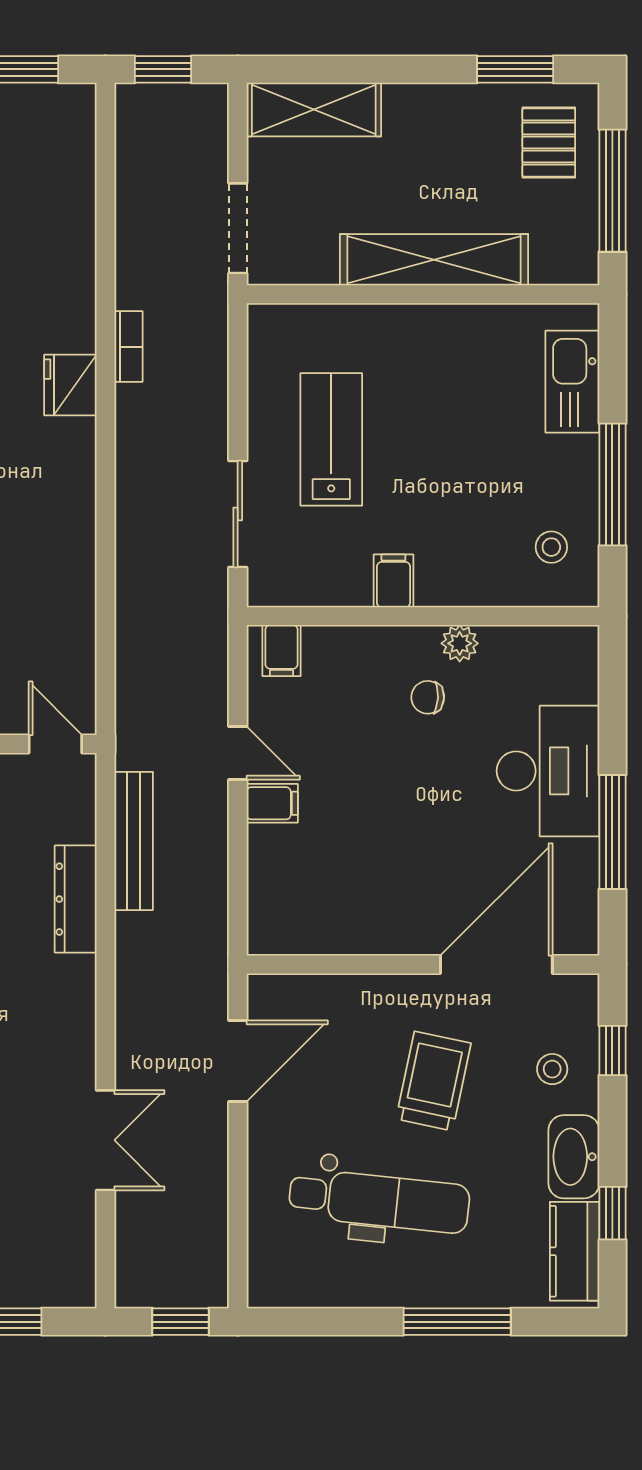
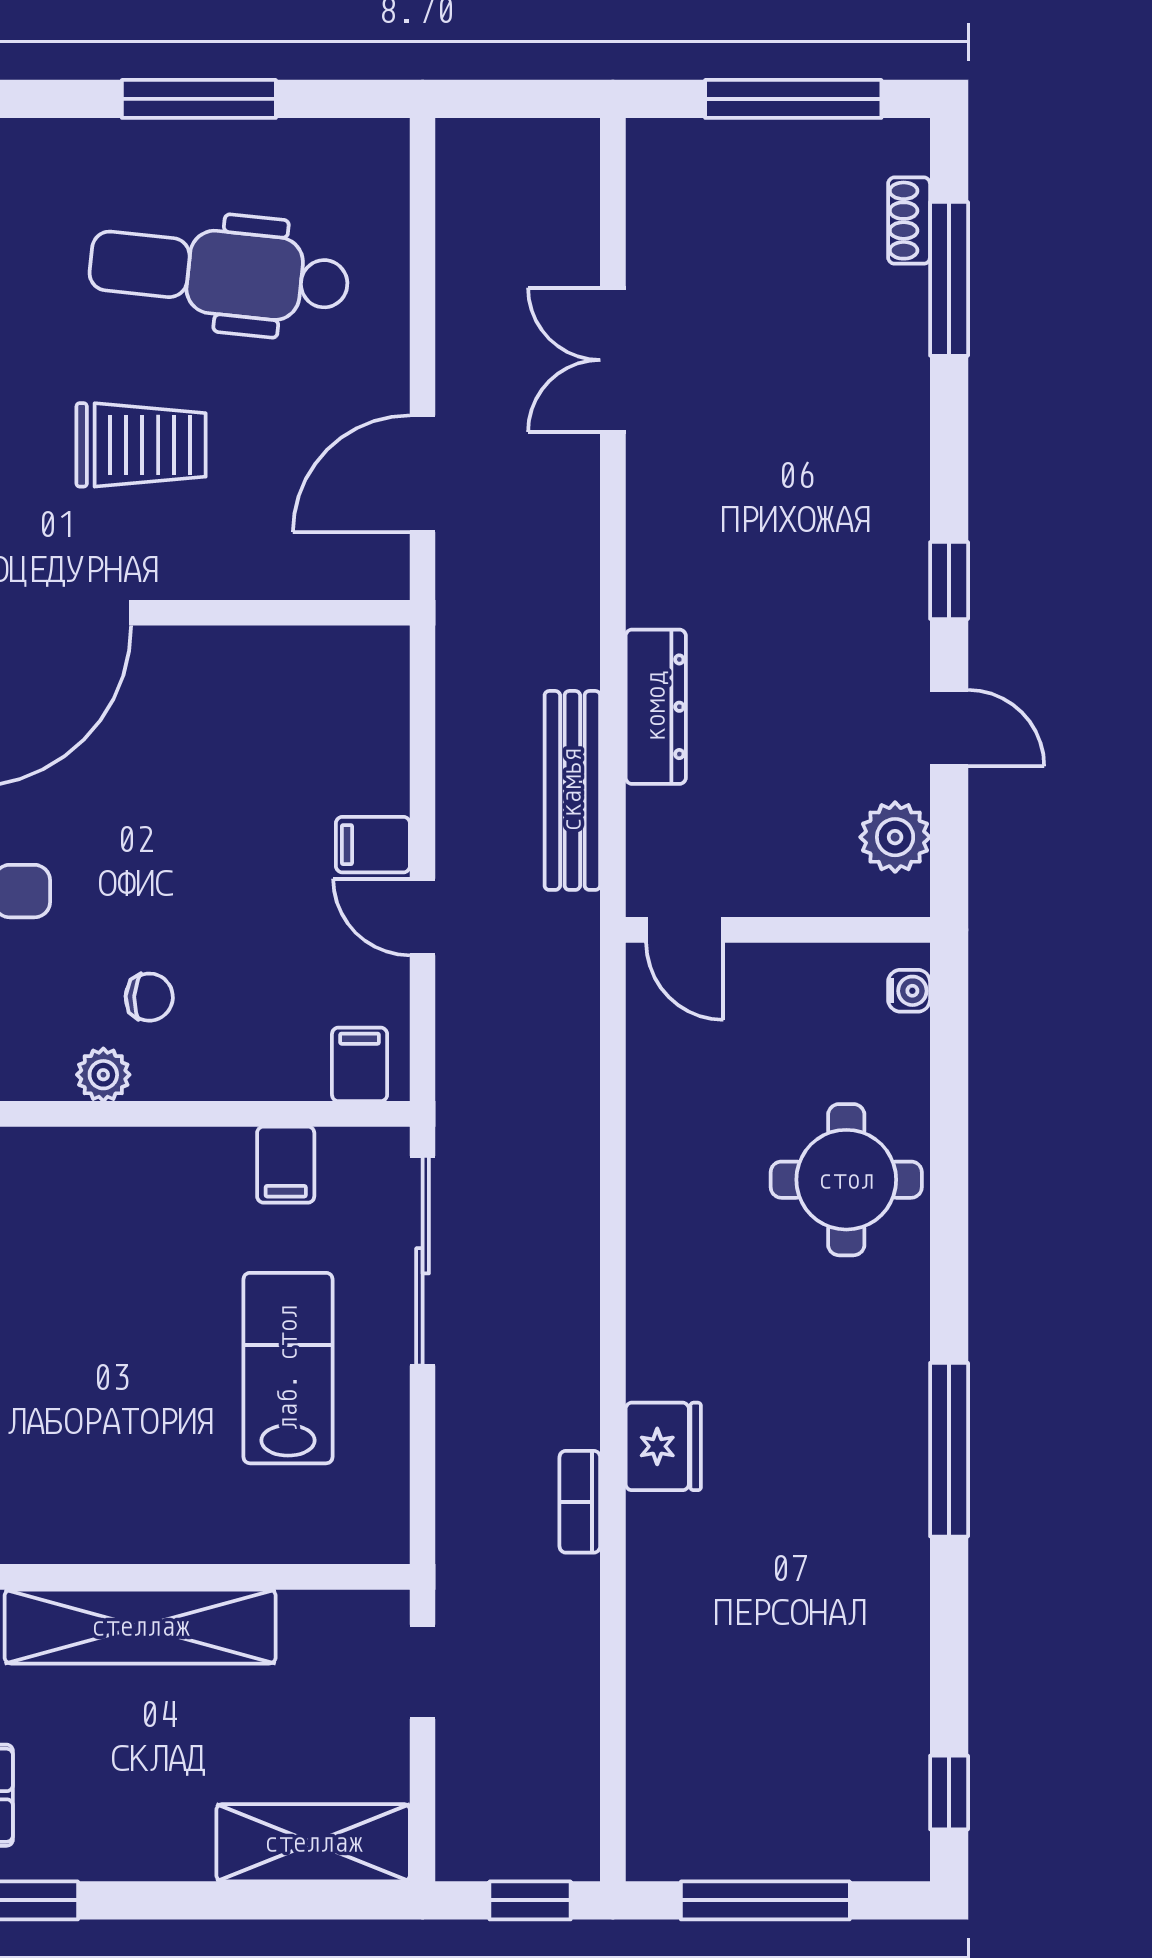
doorway: (238, 228) -> (423, 1672), width x0.73
lab bench: (331, 439) -> (288, 1368), turned 180
sliding door: (238, 514) -> (423, 1261), width x1.37
filing cabinet: (393, 581) -> (286, 1165), moved
trolley: (433, 1081) -> (141, 445), turned -102
window: (181, 1322) -> (505, 99), removed
window: (457, 1322) -> (199, 99), moved

